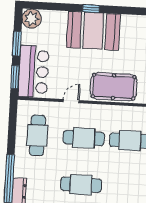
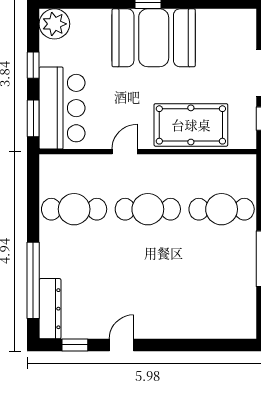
window: (17, 44) -> (33, 65), width x0.67
cafe table: (37, 135) -> (74, 209), turned 90
cafe table: (81, 185) -> (148, 284), removed

